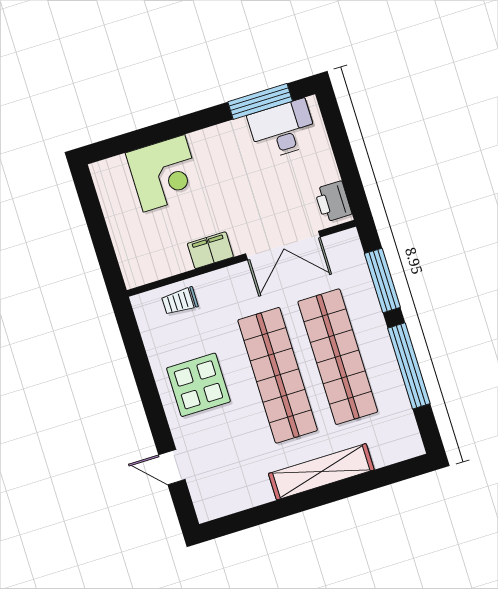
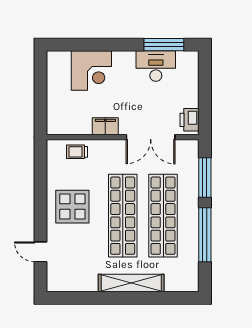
desk: (283, 129) -> (156, 66), moved

